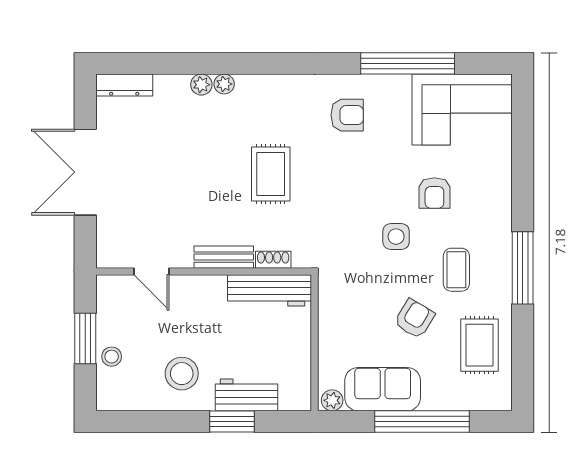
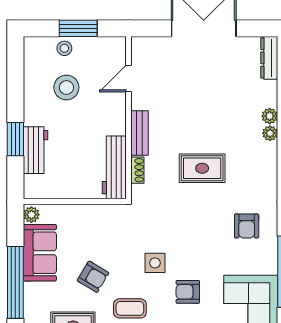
stool: (182, 374) -> (66, 87), moved

